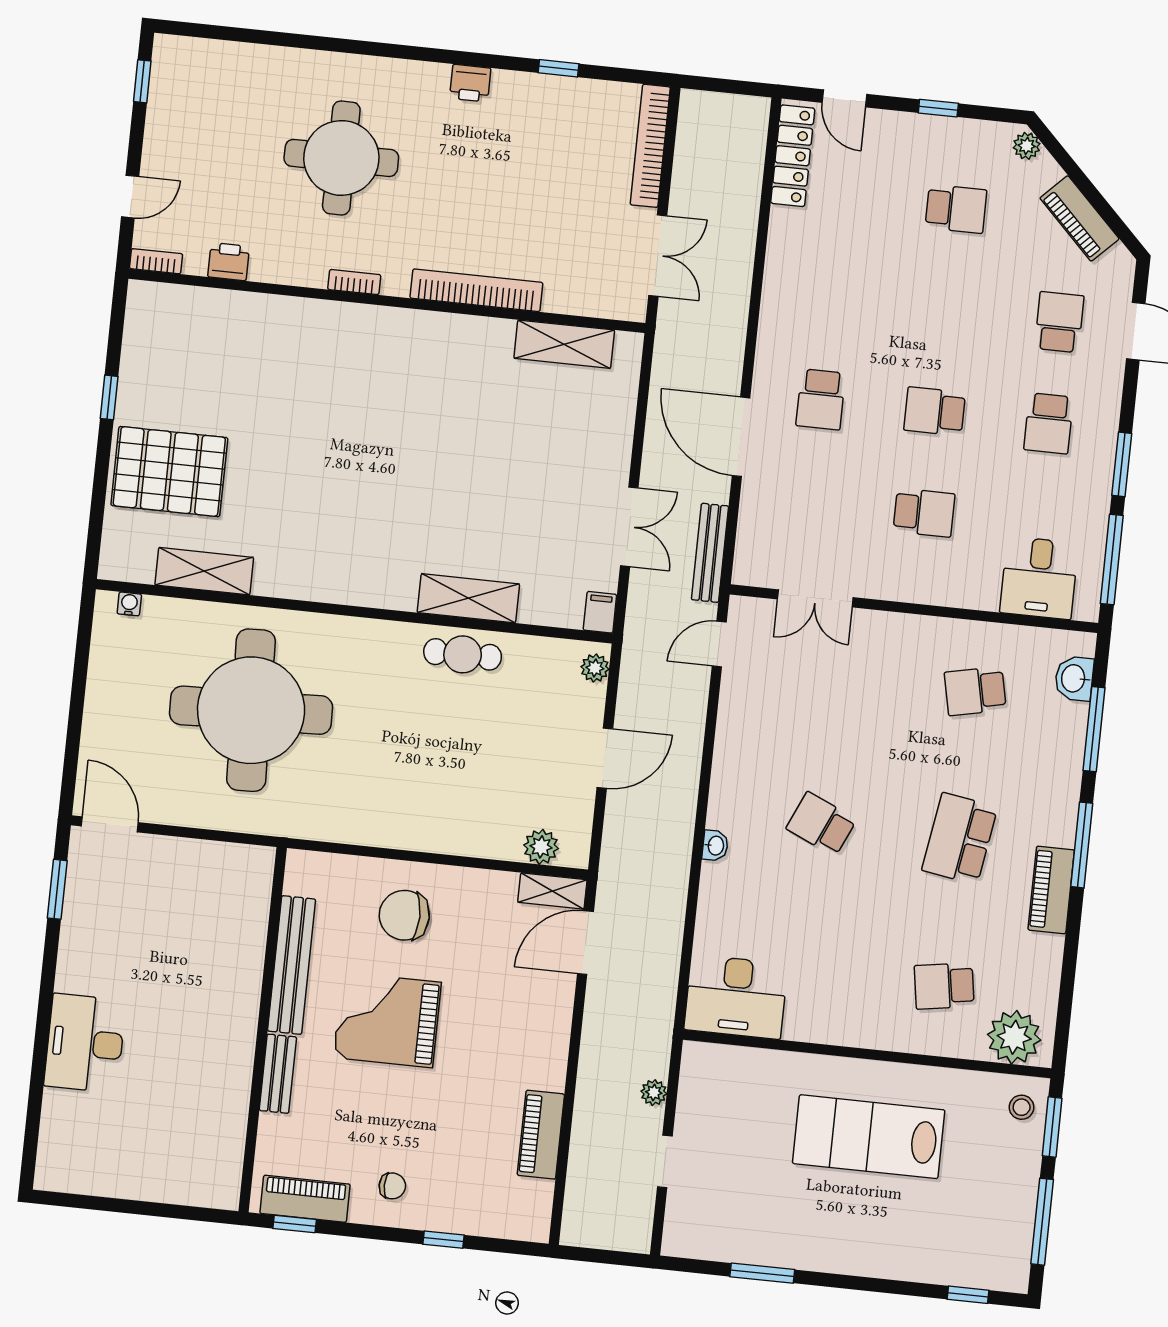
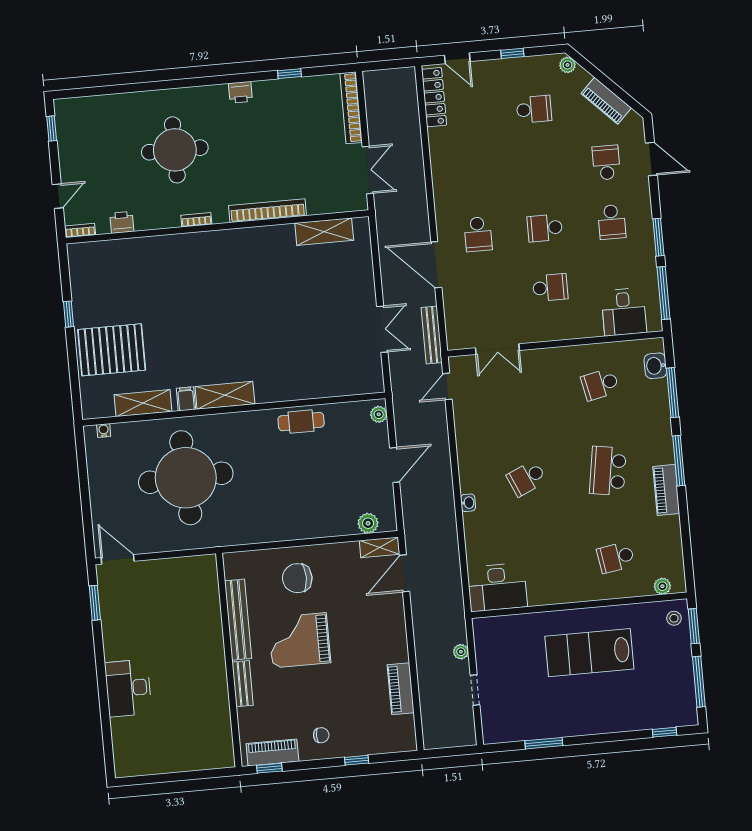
shelving: (468, 598) -> (225, 395), moved
filing cabinet: (600, 612) -> (186, 399), moved
school desk: (821, 824) -> (527, 478), turned -48
plant: (1014, 1037) -> (662, 586), width x0.53, depth x0.53

